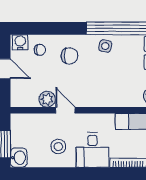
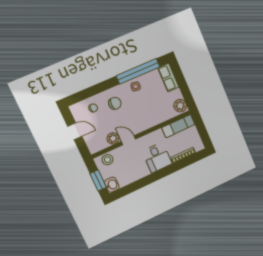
water cooler: (20, 42) -> (77, 109), removed
stool: (58, 146) -> (107, 160), moved

